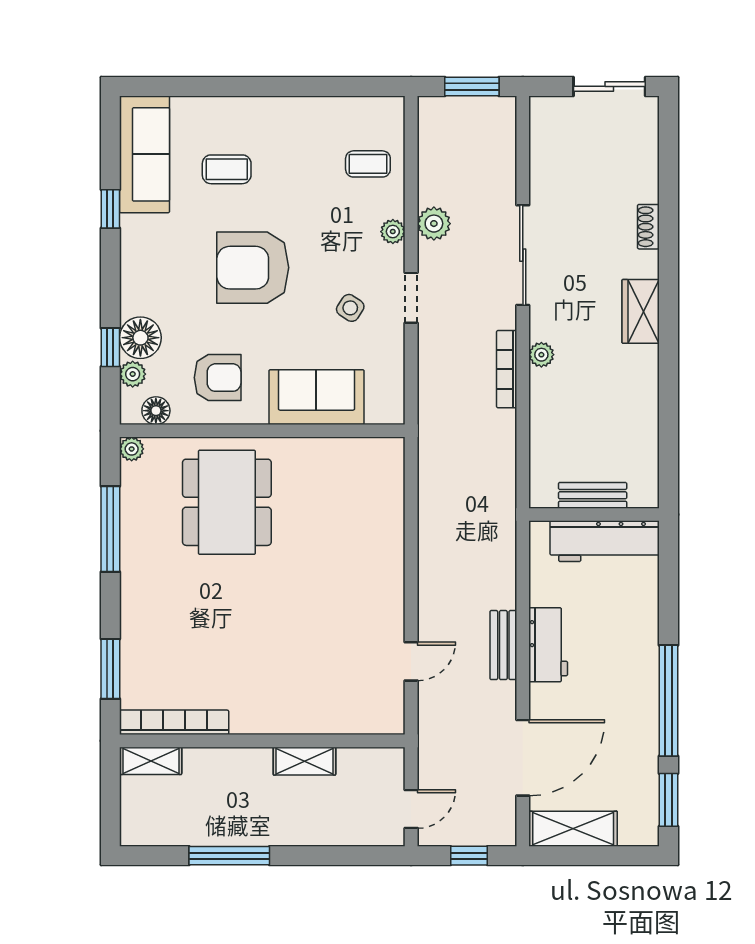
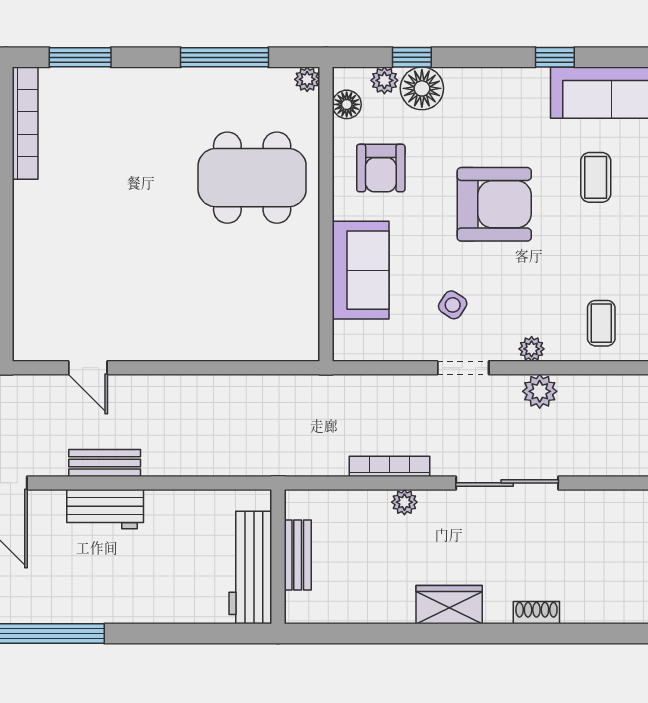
armchair: (253, 268) -> (494, 204), turned 90
bench: (593, 495) -> (298, 555), moved
wall: (594, 514) -> (278, 557), moved
workbench: (605, 541) -> (250, 567), moved

